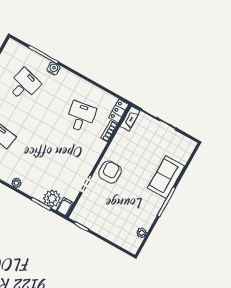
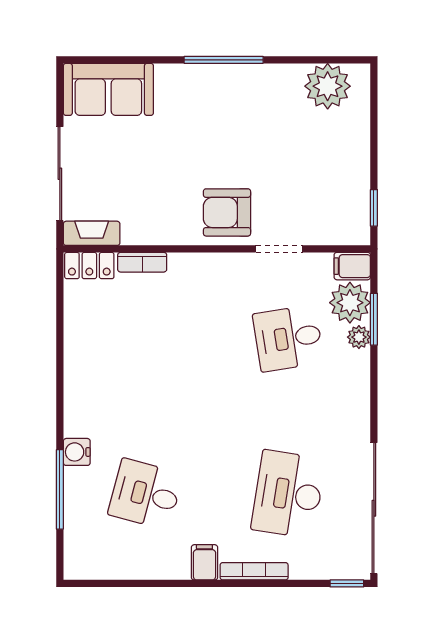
desk: (81, 117) -> (288, 338), moved
sofa: (166, 177) -> (108, 89), moved
plant: (16, 183) -> (359, 337), moved
plant: (142, 233) -> (328, 86), width x1.88, depth x1.88

